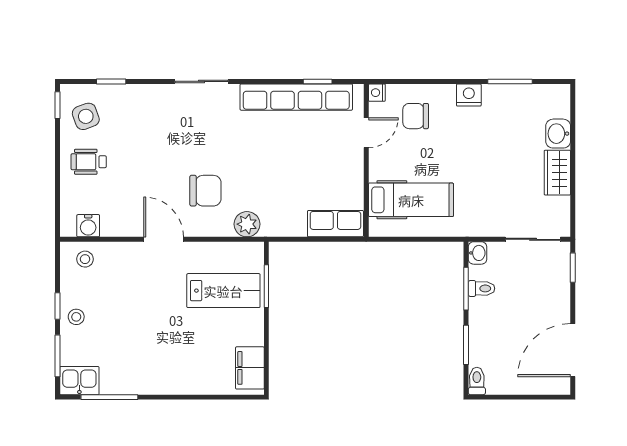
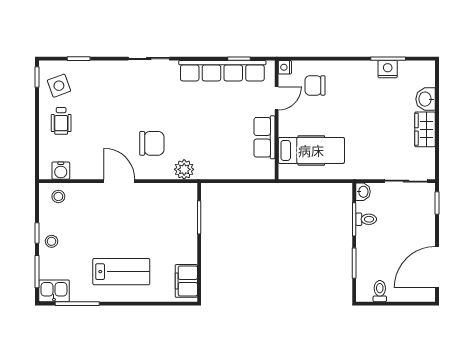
nightstand: (469, 95) -> (388, 69), moved
wheelchair: (89, 162) -> (61, 121), turned -90
row of seats: (335, 224) -> (264, 137), moved, turned -90
lab bench: (223, 291) -> (121, 272), moved
toilet: (477, 381) -> (380, 291), moved

